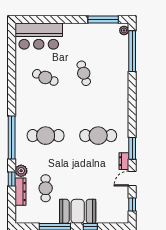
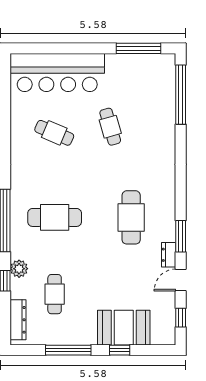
plant: (124, 30) -> (169, 64), removed
bar counter: (39, 36) -> (57, 73), width x1.36
cafe table: (98, 136) -> (131, 217), turned 90
dresser: (20, 192) -> (18, 320), moved
booth: (78, 211) -> (124, 328), moved

